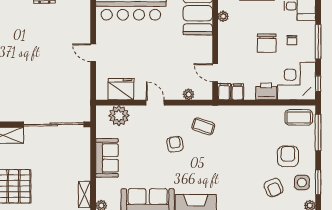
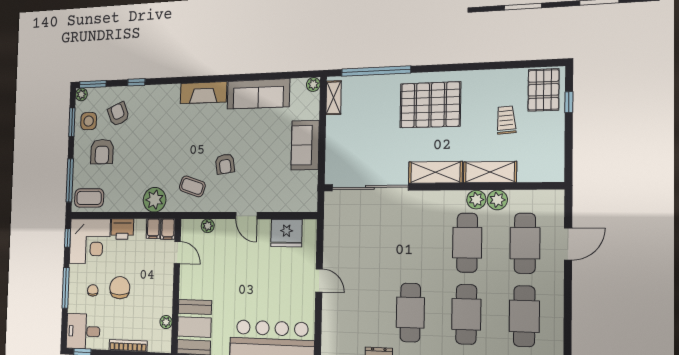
cafe table: (21, 30) -> (410, 313), added
plant: (119, 116) -> (155, 200), moved

